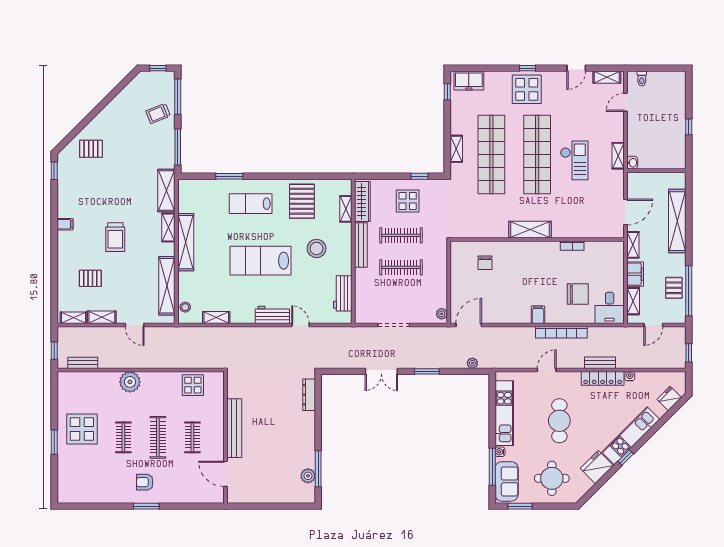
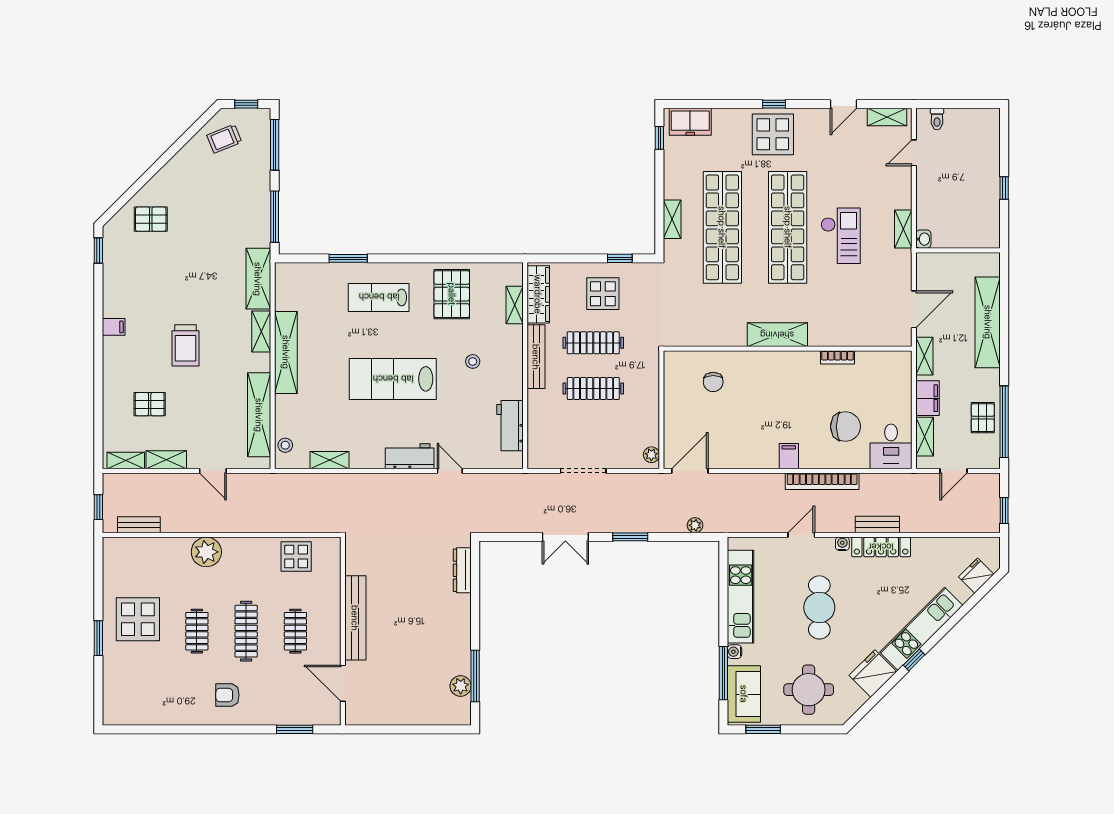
trolley: (158, 113) -> (224, 139), moved
stool: (317, 248) -> (473, 361), width x0.53, depth x0.53
water cooler: (630, 376) -> (842, 544), moved
window: (146, 506) -> (295, 729), moved

